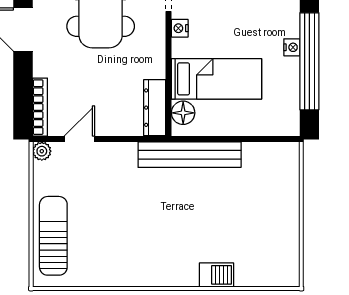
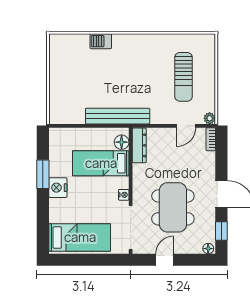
nightstand: (292, 47) -> (58, 188), width x1.89, depth x1.79
window: (309, 61) -> (43, 174), width x0.47
bookcase: (40, 107) -> (211, 139), width x0.64
sun lounger: (53, 236) -> (184, 77), moved

